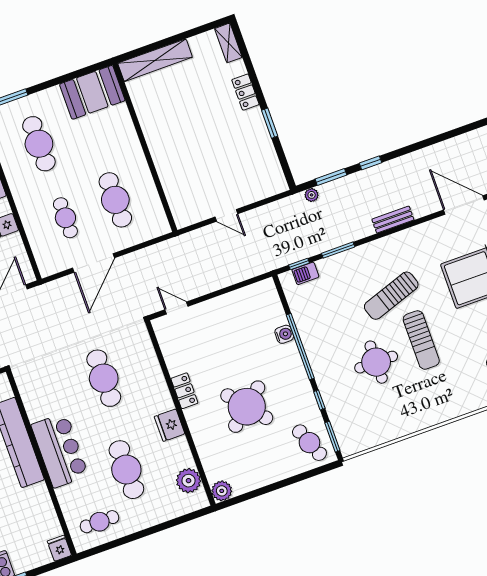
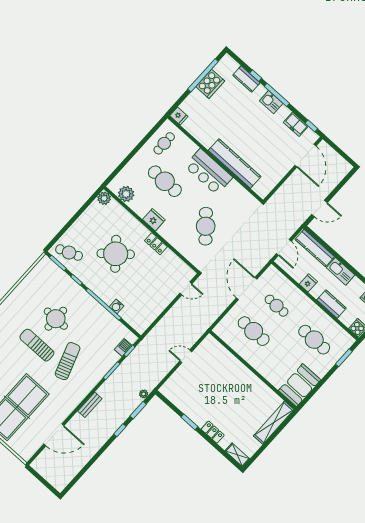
cafe table: (104, 378) -> (206, 226), turned 49

